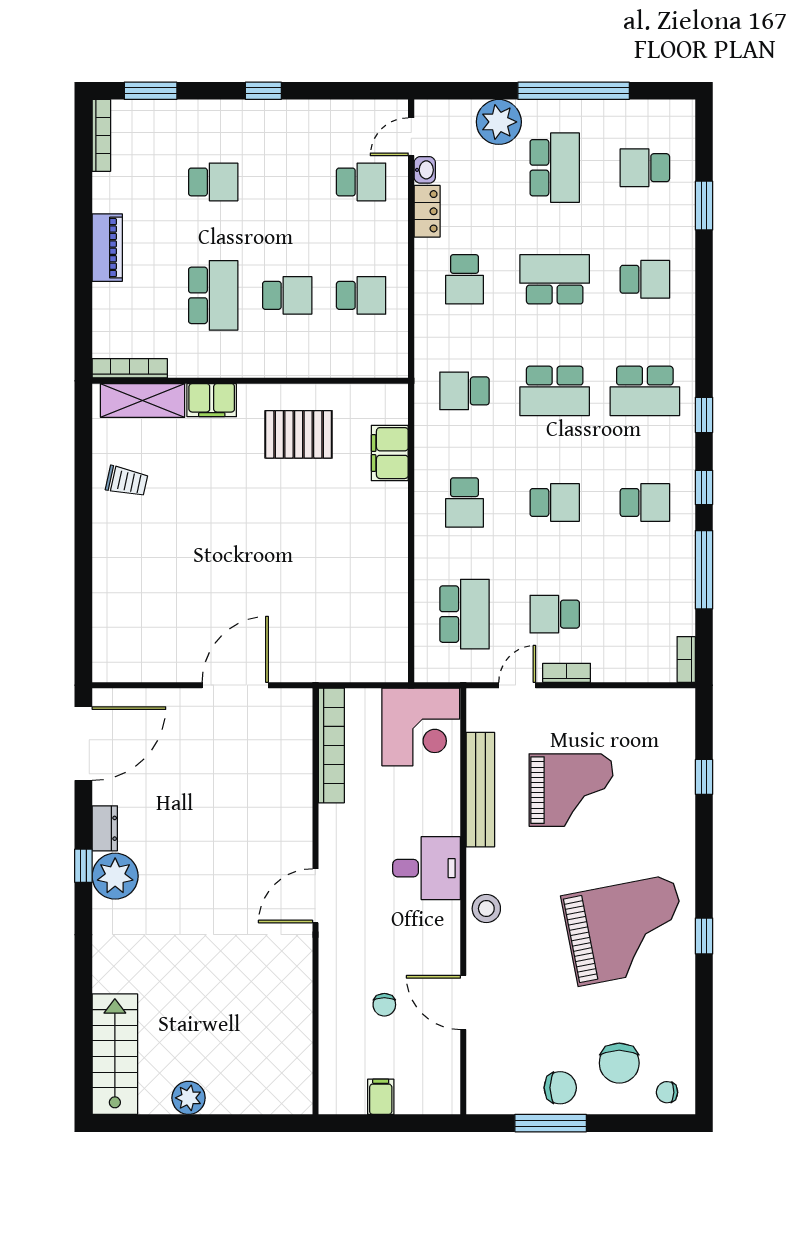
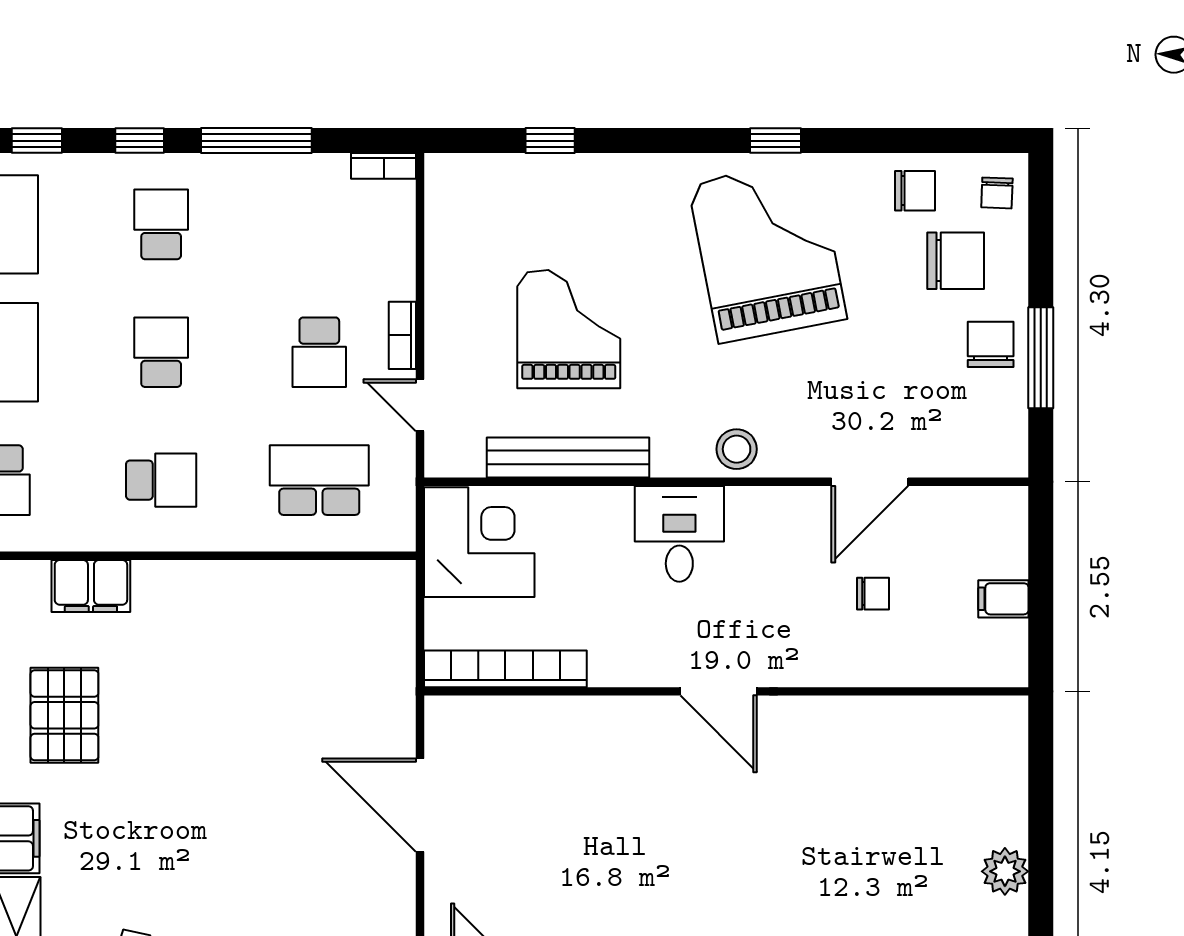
chair: (669, 1034) -> (915, 191), added

